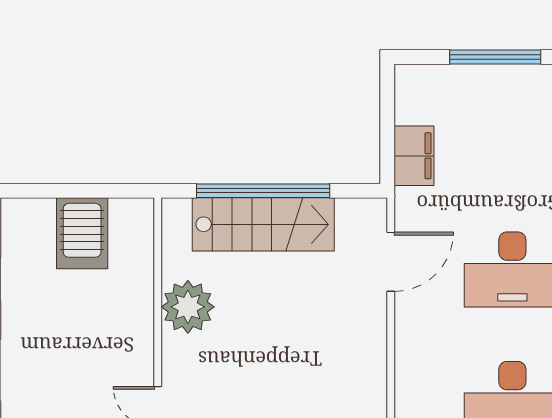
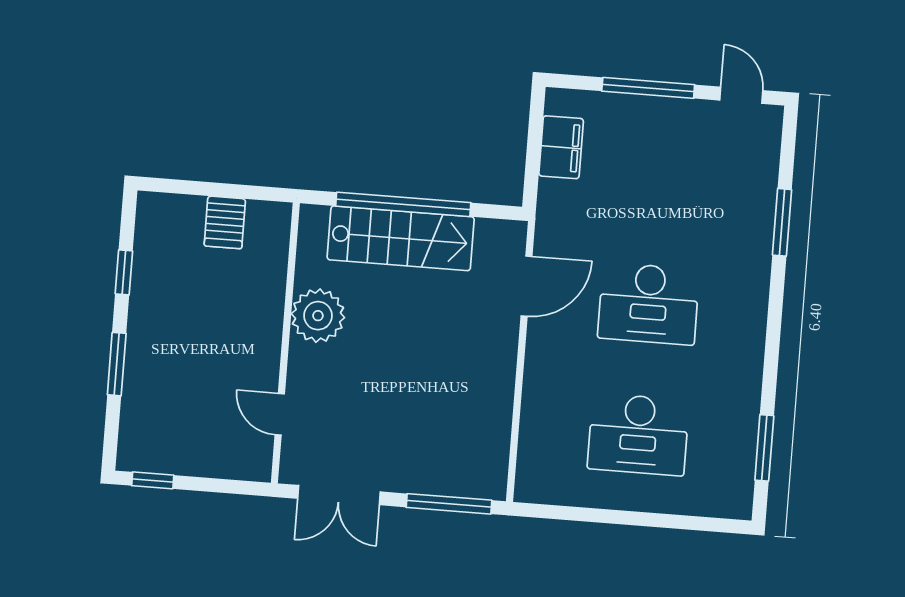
filing cabinet: (414, 156) -> (561, 147), moved
server rack: (82, 233) -> (225, 222), width x0.73, depth x0.70

